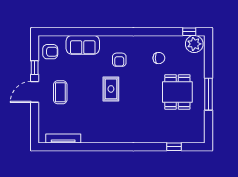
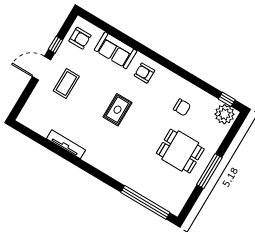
armchair: (119, 60) -> (144, 73), moved, turned 90
dining table: (177, 92) -> (180, 151), turned 90
tv unit: (63, 138) -> (66, 144), moved
window: (174, 147) -> (145, 202), width x3.17

